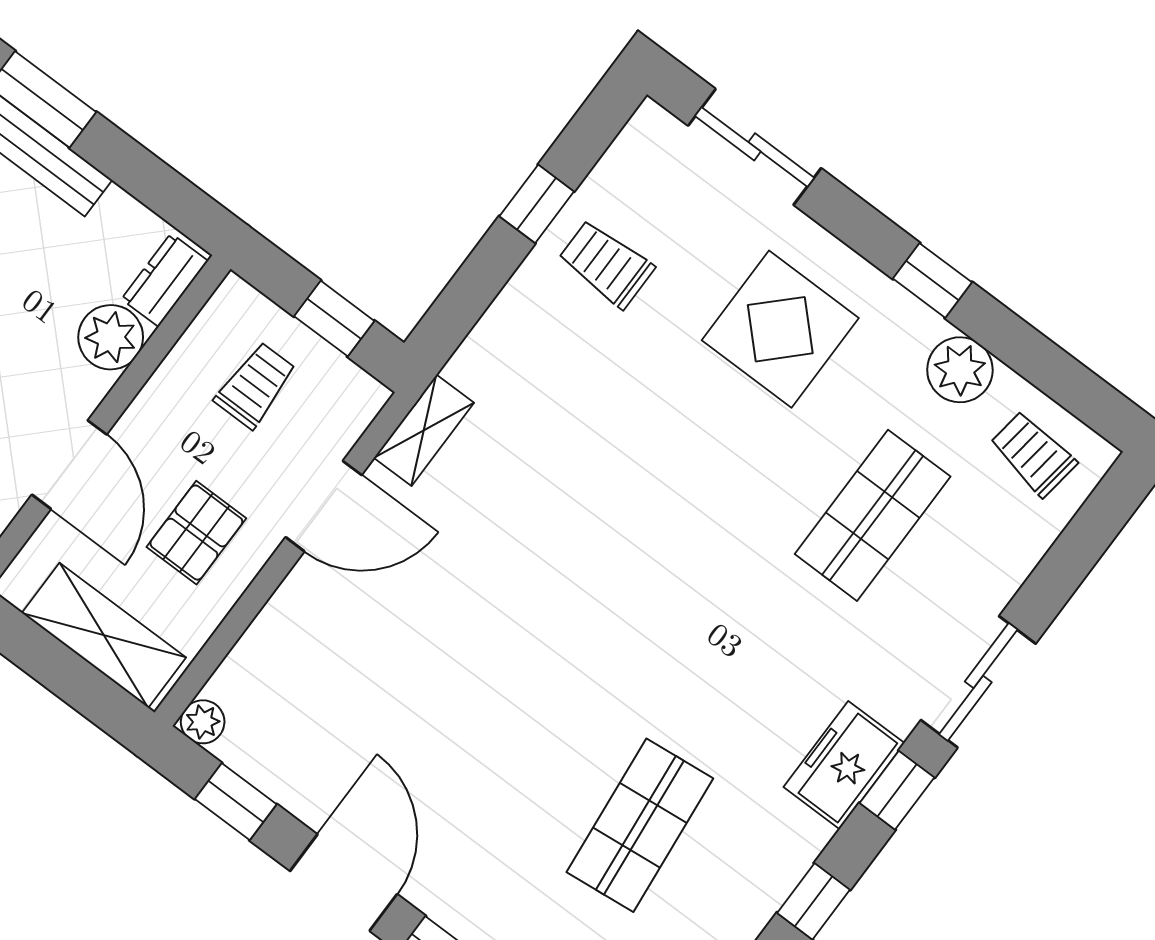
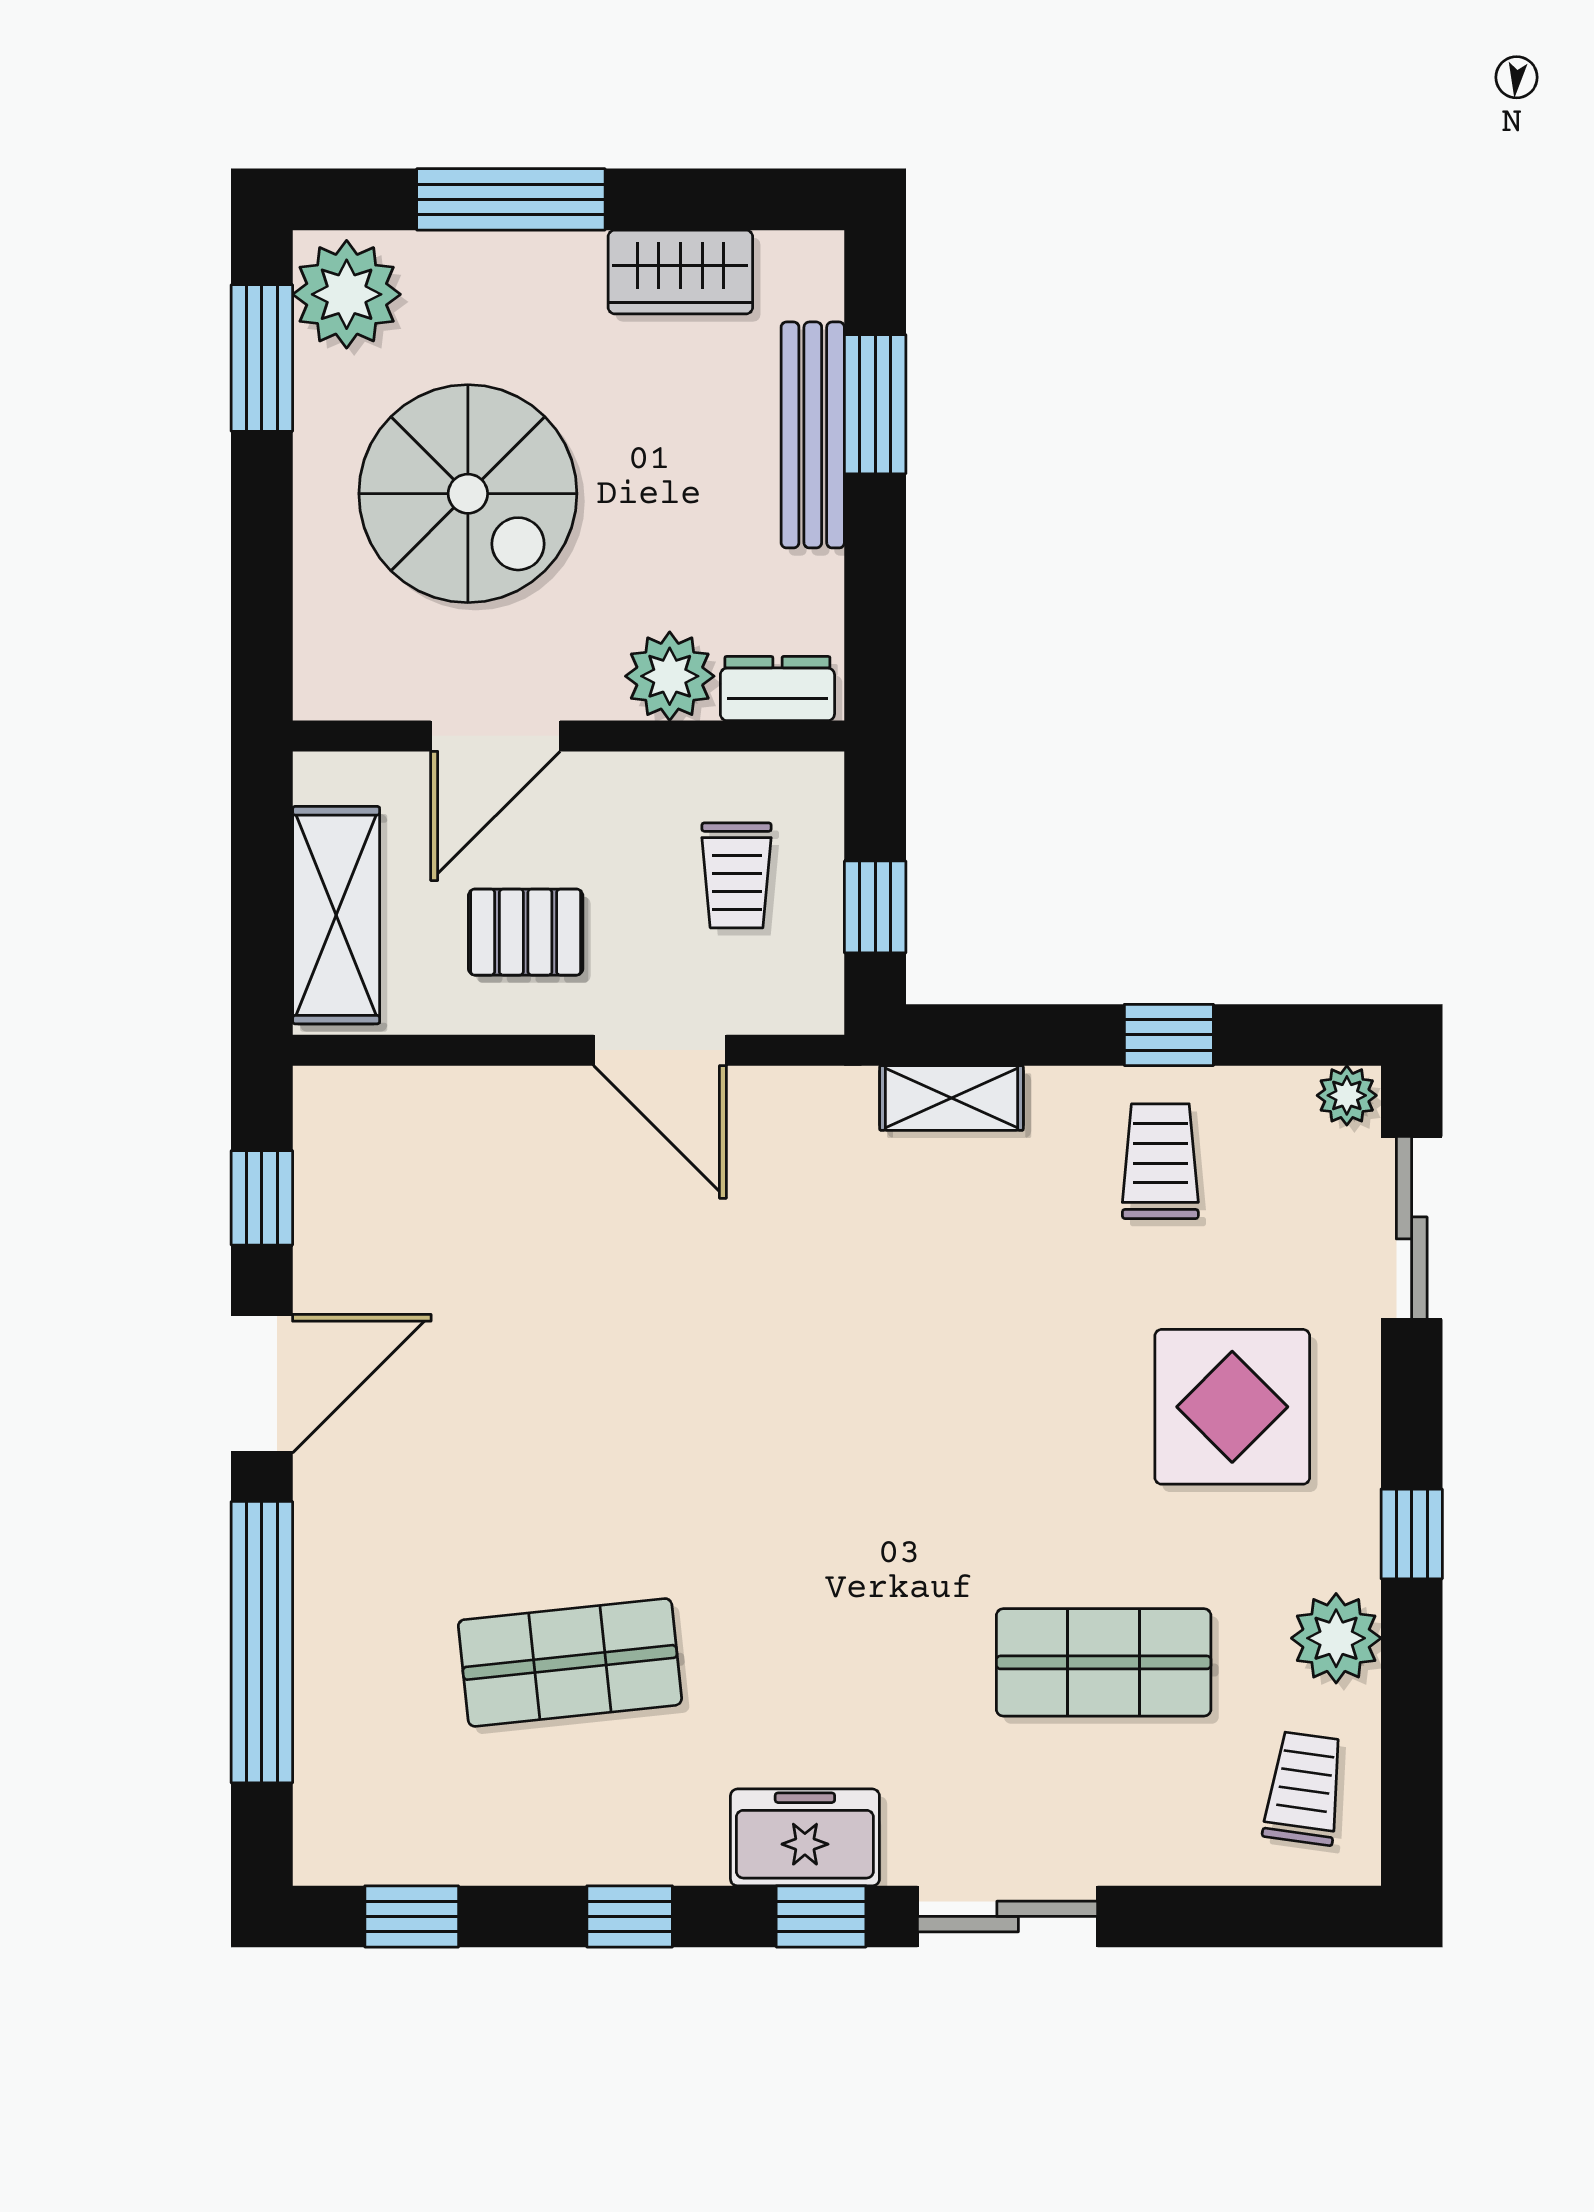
trolley: (255, 385) -> (737, 875), turned 90
shelving: (424, 430) -> (951, 1098), moved
plant: (203, 722) -> (1347, 1095), moved

